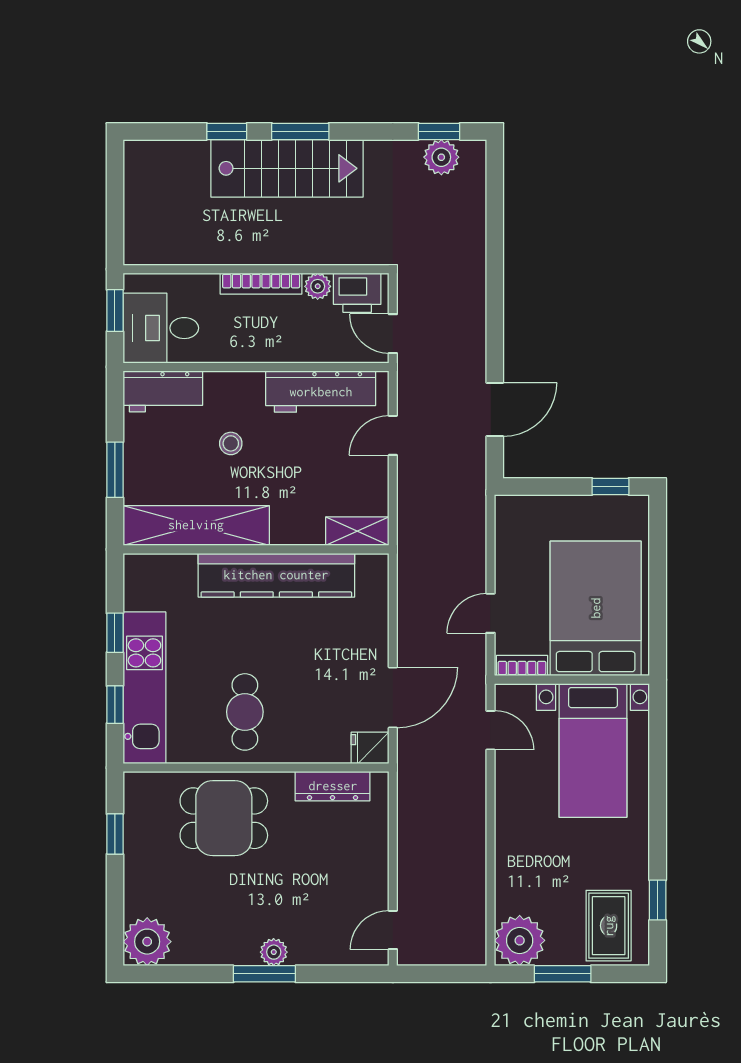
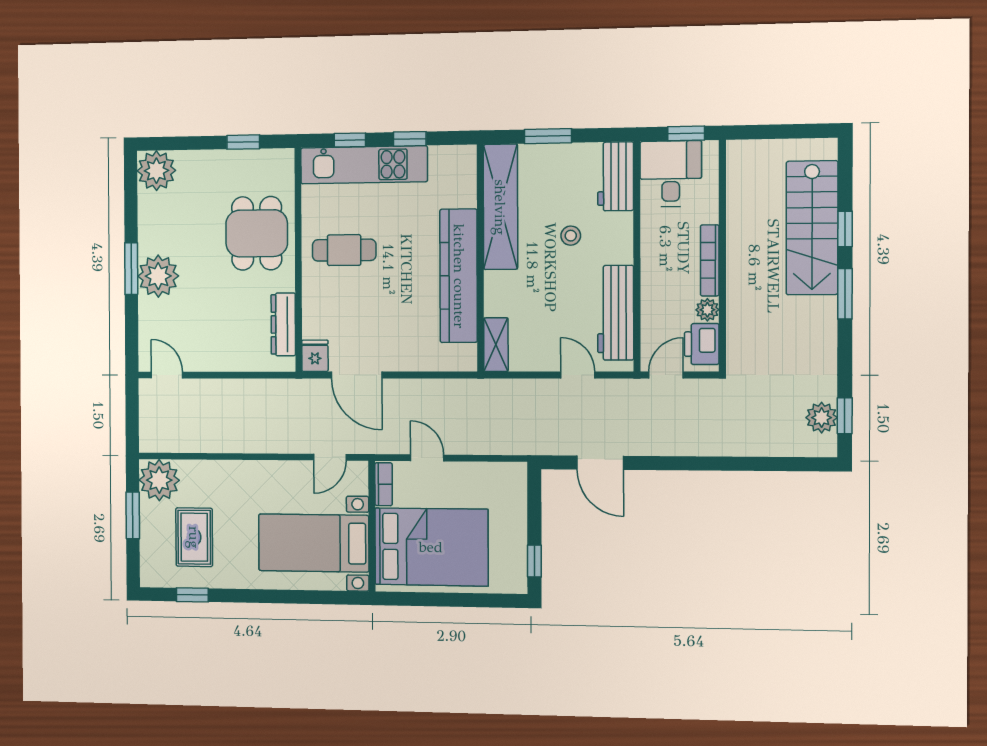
stairs: (287, 168) -> (812, 228), moved
rug: (609, 926) -> (194, 537), moved, turned 90
plant: (274, 952) -> (158, 276), width x1.87, depth x1.87

